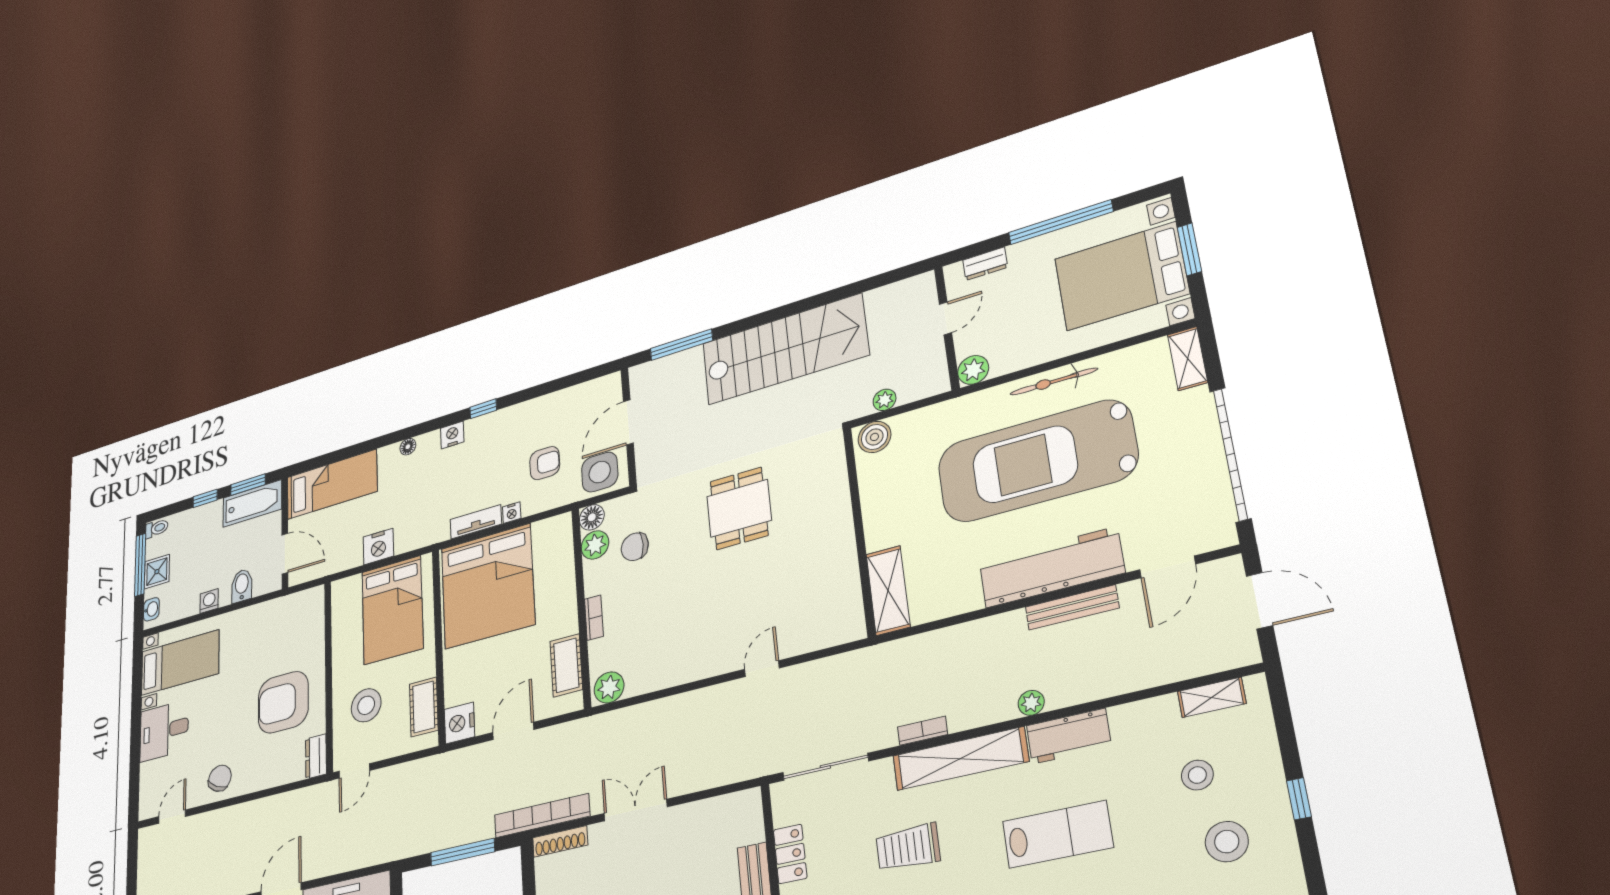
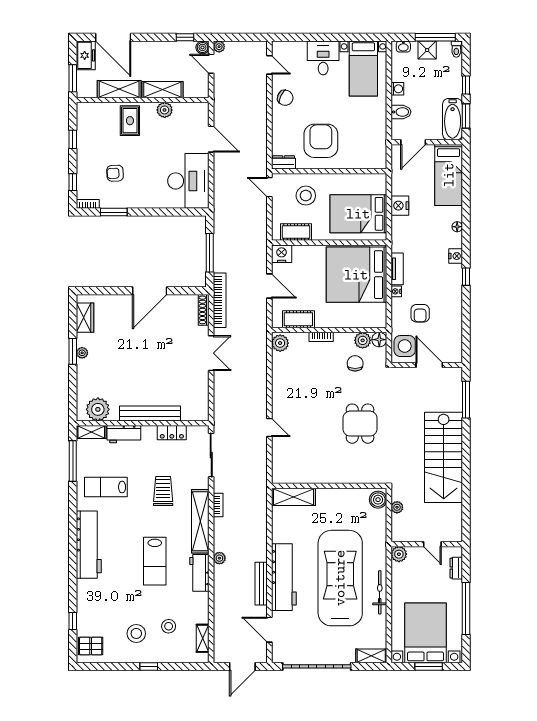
dining table: (739, 508) -> (360, 424), turned 90

